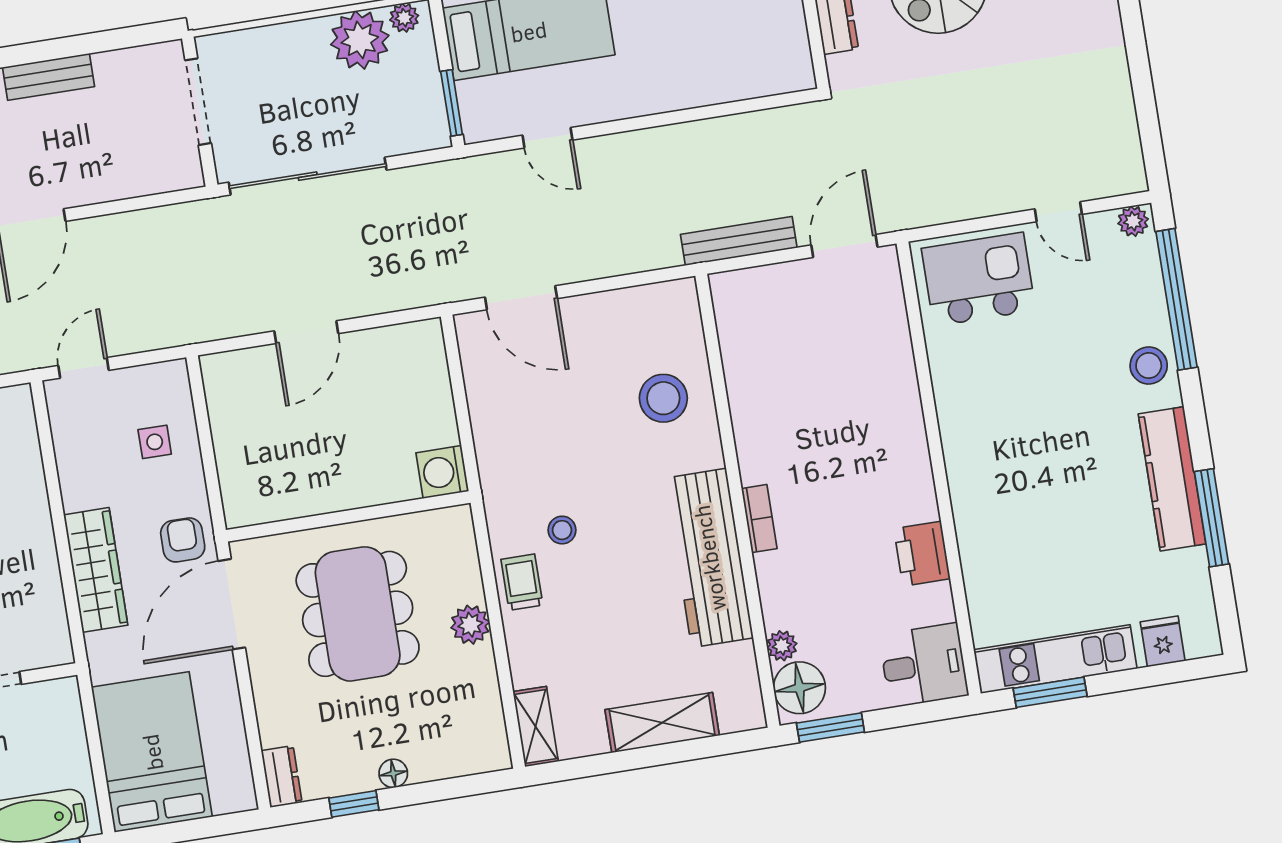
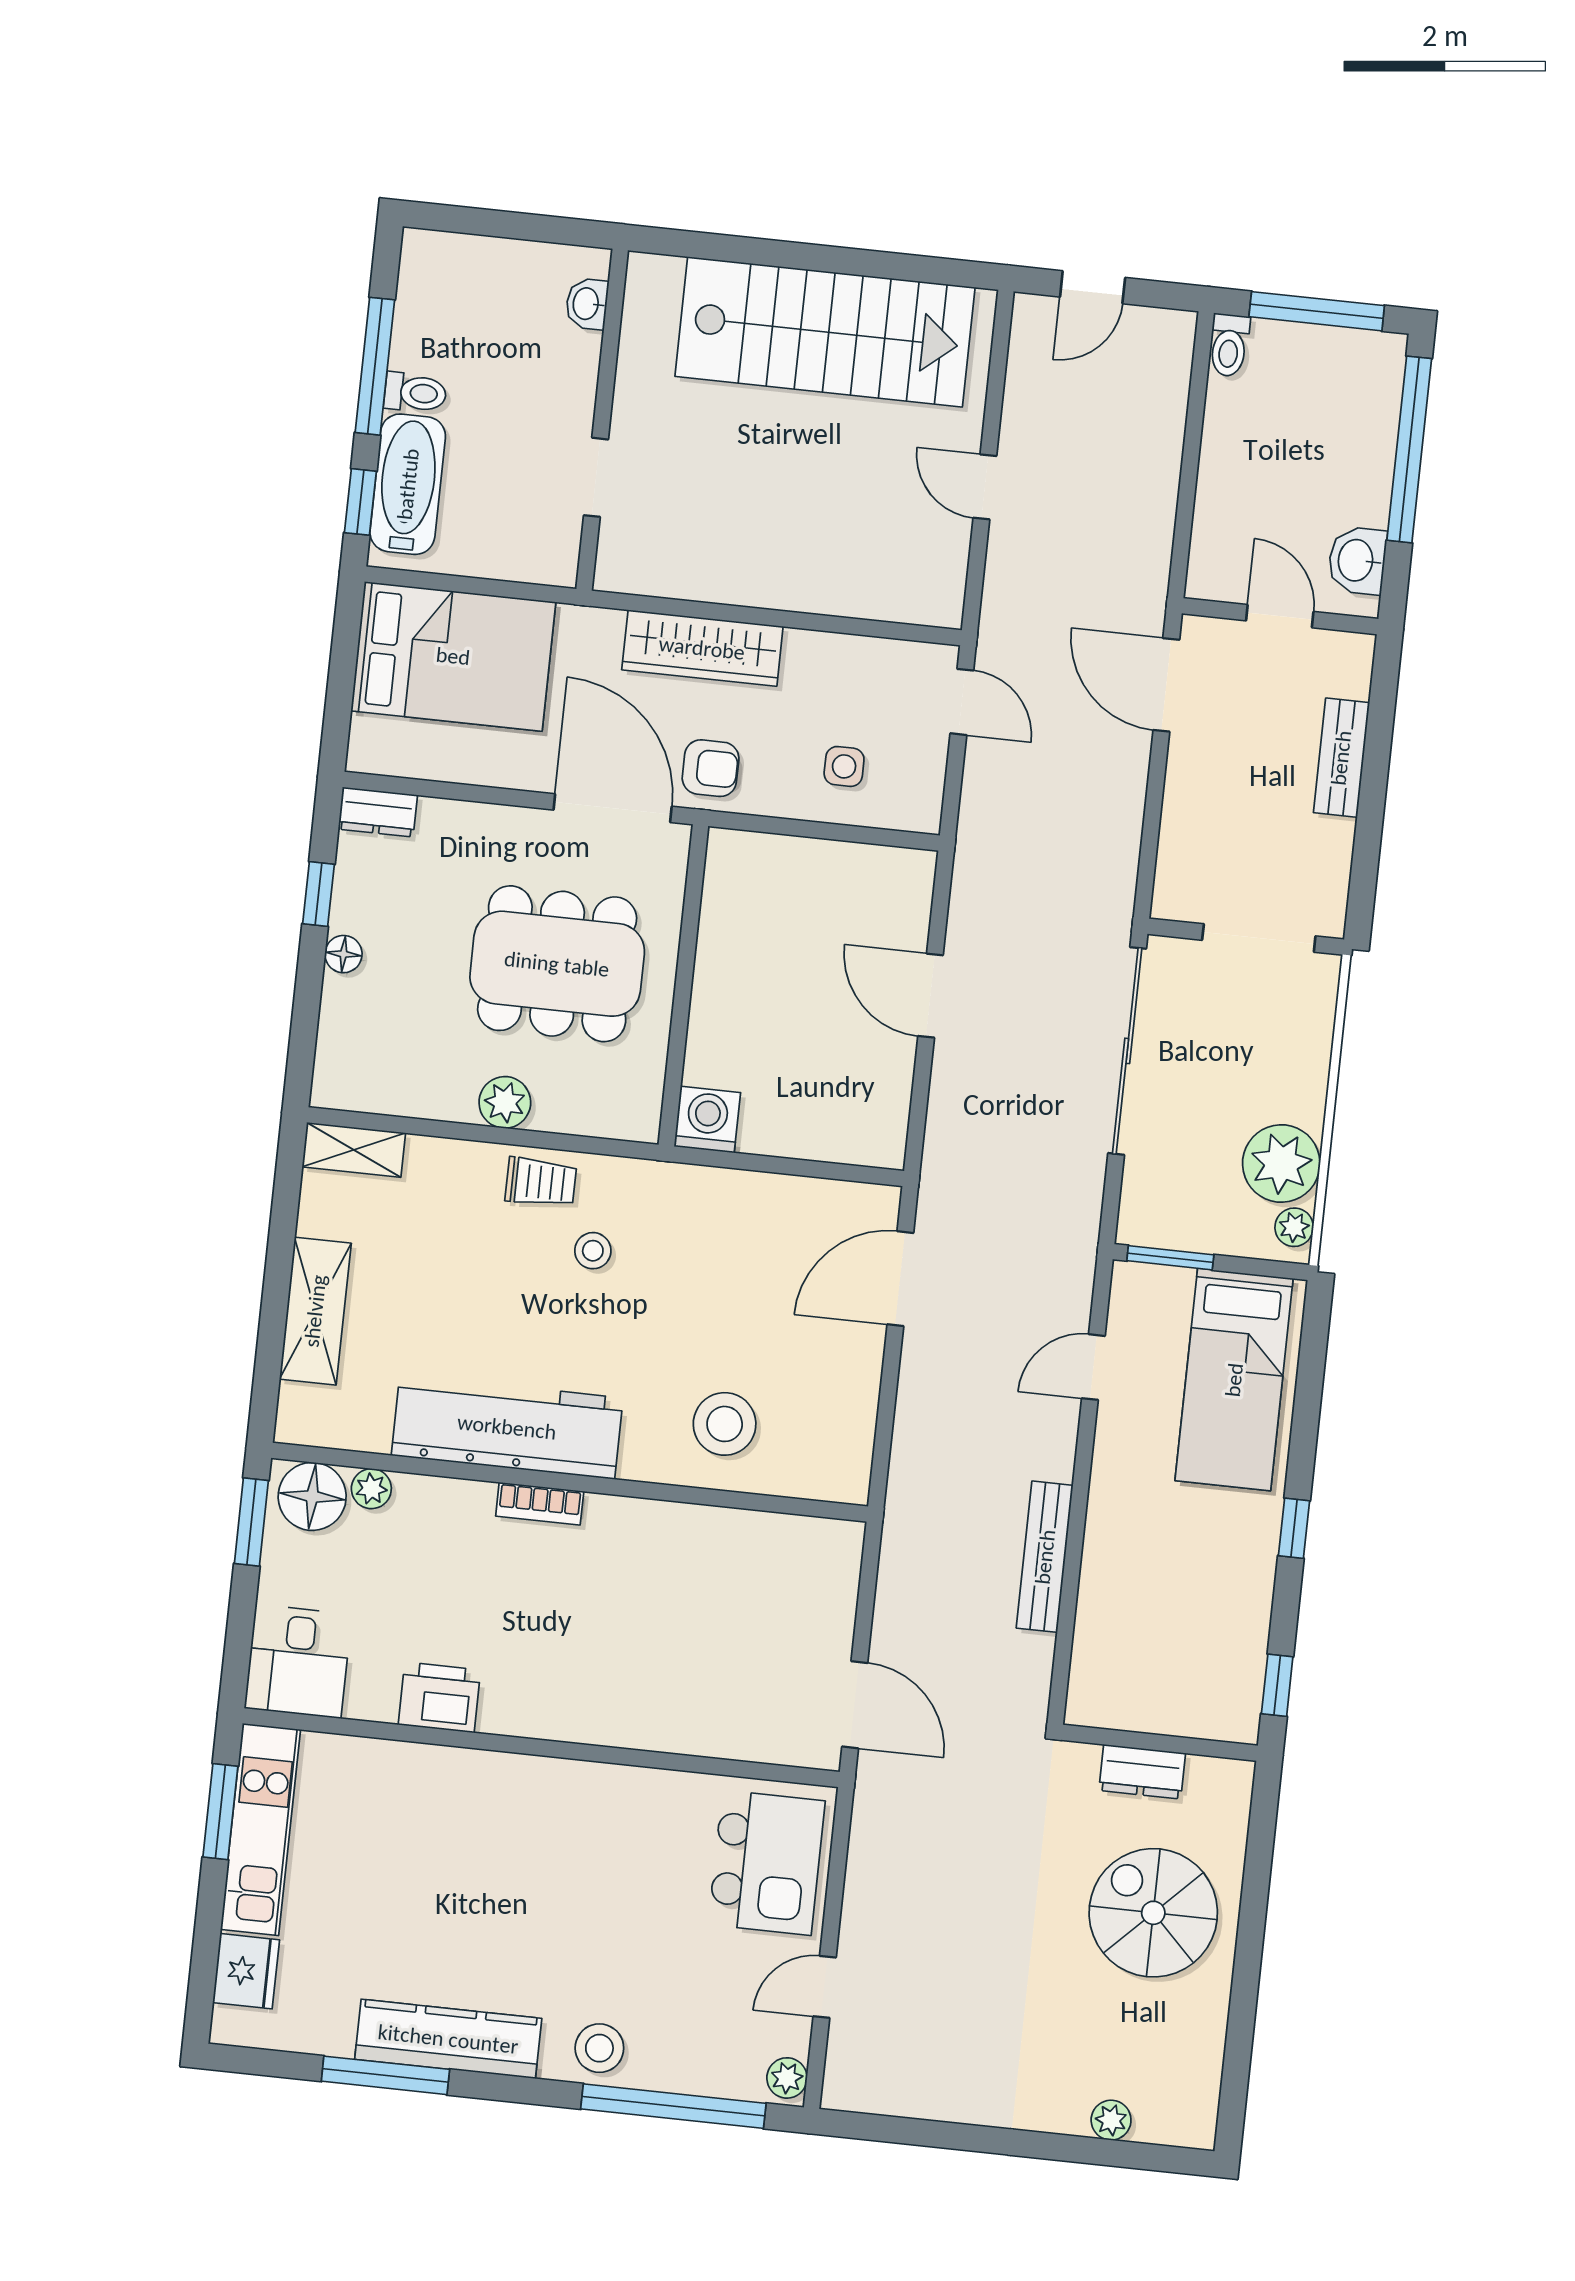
bench: (739, 241) -> (1045, 1557), moved
fridge: (1163, 641) -> (246, 1971), width x1.38

